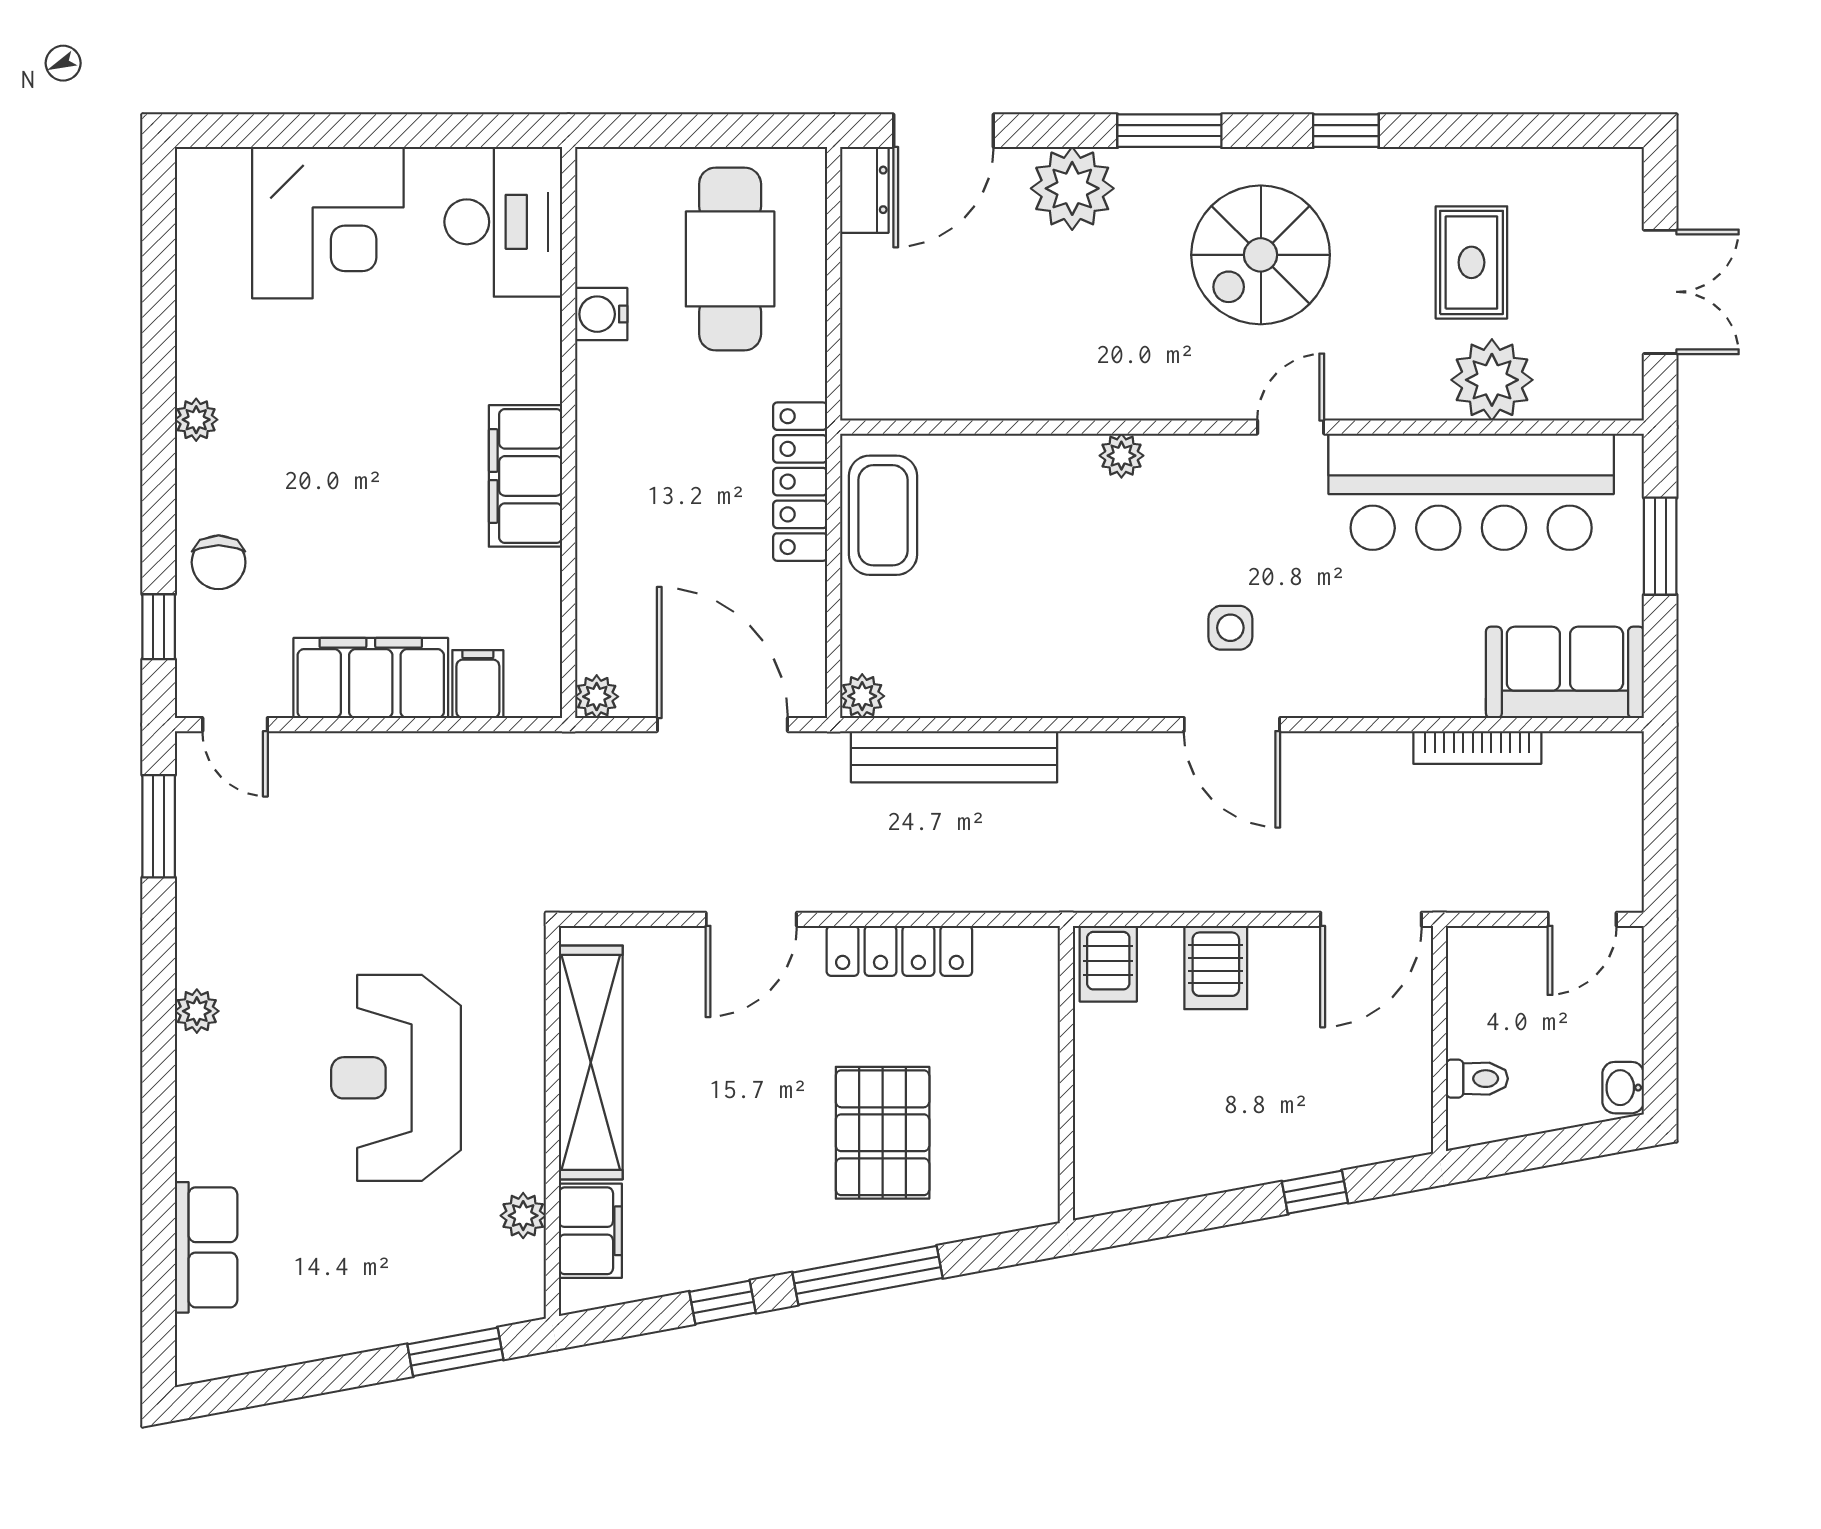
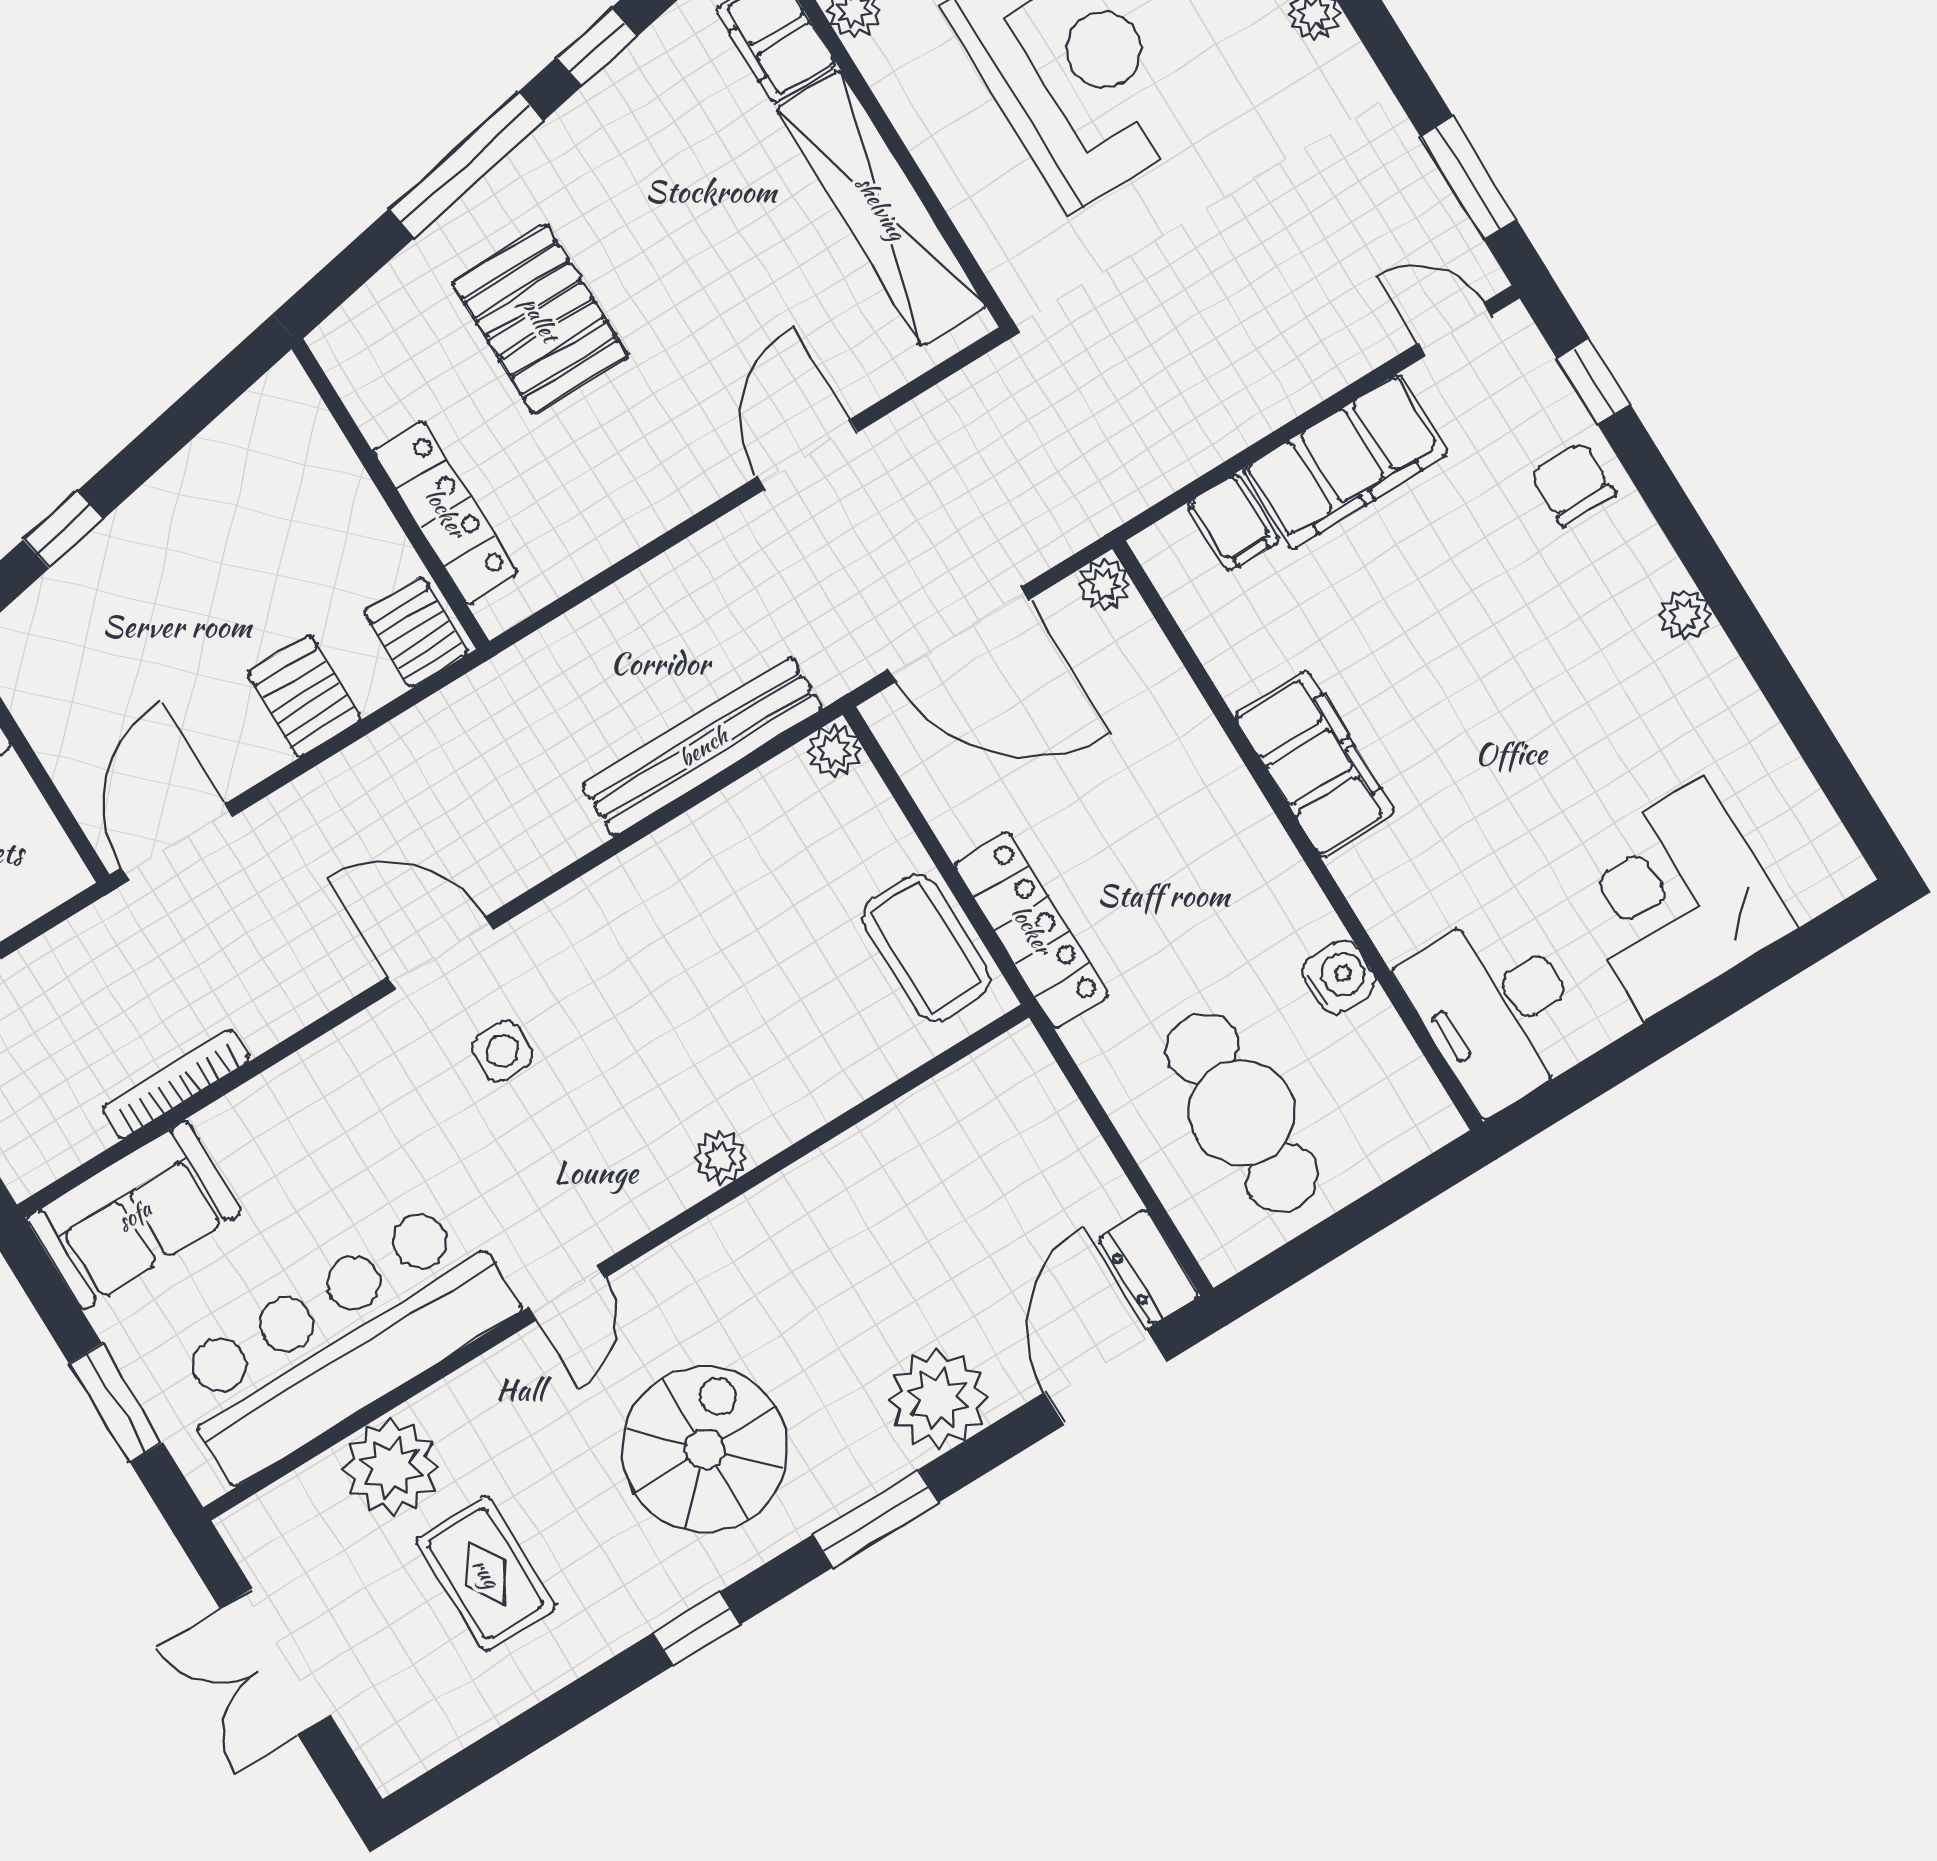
locker: (899, 951) -> (446, 513), moved, turned 90

